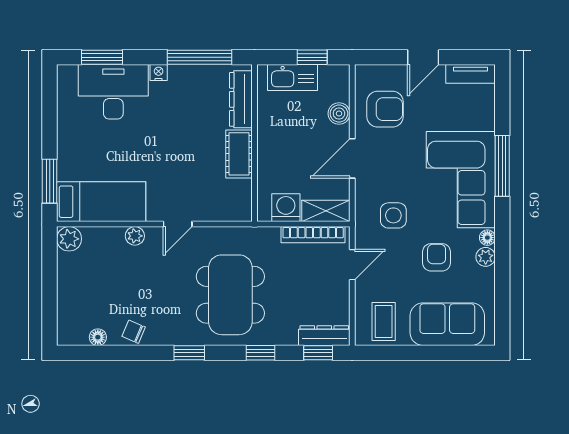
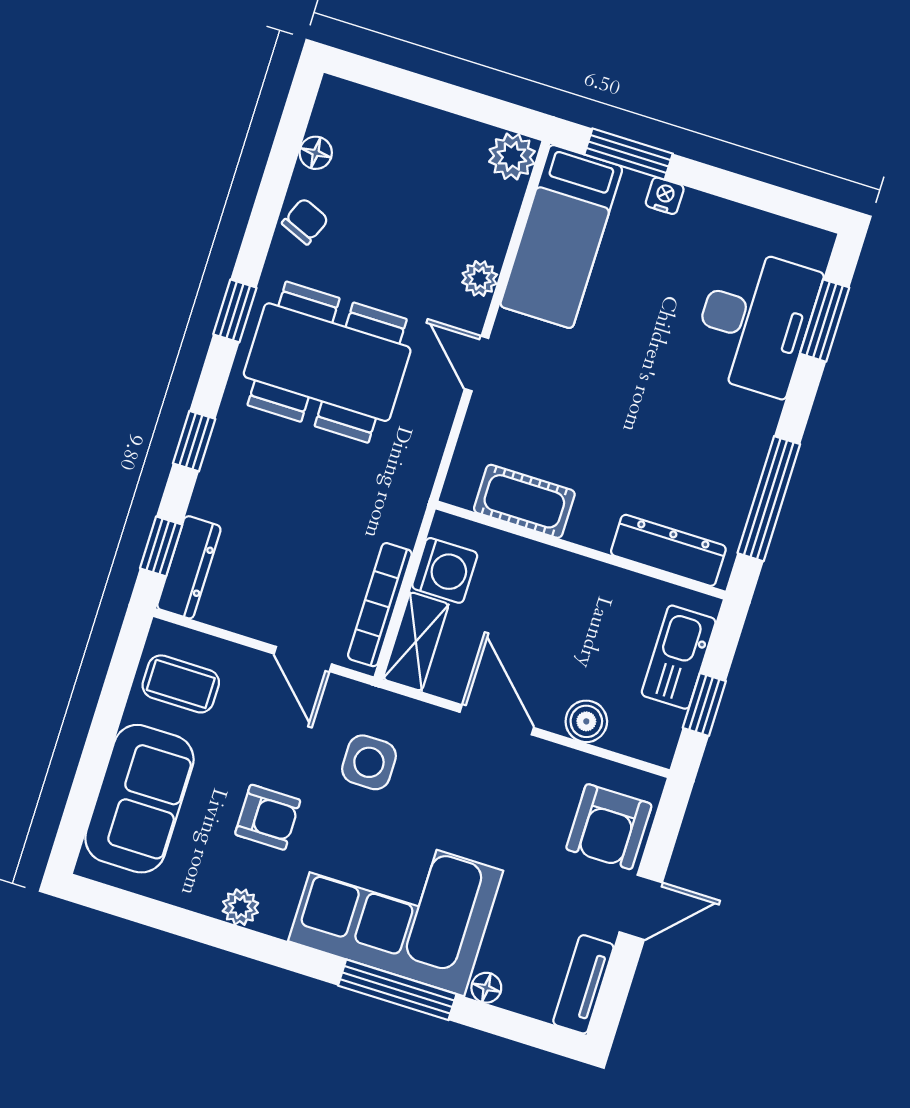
door: (423, 57) -> (641, 907), swing flipped
nightstand: (159, 72) -> (665, 196), moved, turned -90
armchair: (385, 109) -> (609, 827), moved
cot: (239, 154) -> (524, 501), moved
floor lamp: (487, 238) -> (486, 988), moved
dining table: (230, 295) -> (327, 362), moved

